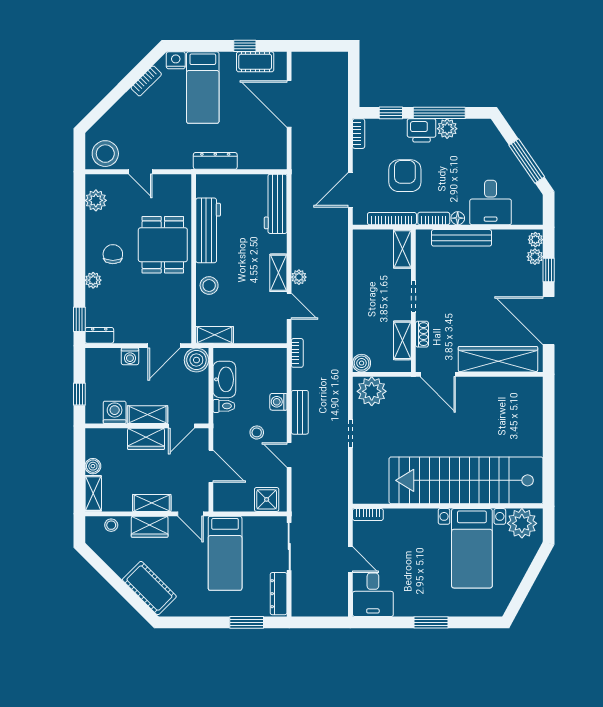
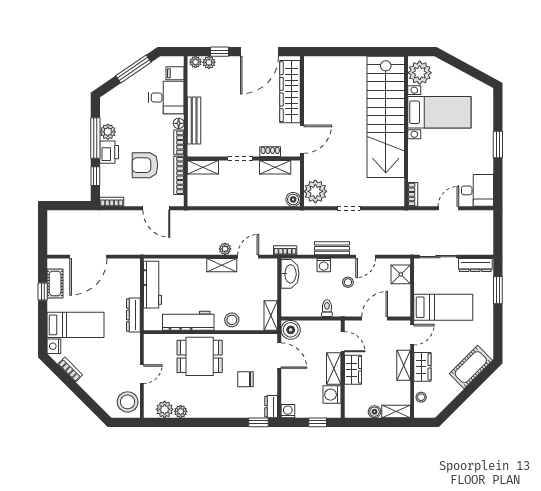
workbench: (276, 204) -> (153, 285), moved, turned -90
filing cabinet: (521, 214) -> (175, 73), added
chair: (113, 254) -> (245, 379), moved
plant: (93, 280) -> (181, 411), moved
washing machine: (130, 356) -> (288, 411), moved, turned -90
washbasin: (224, 379) -> (290, 274), moved, turned 90

